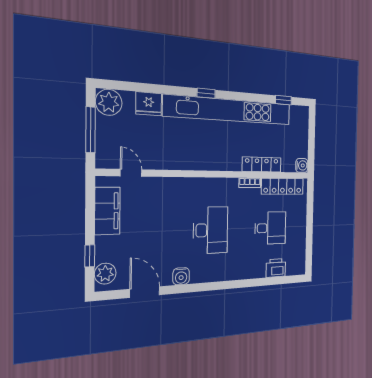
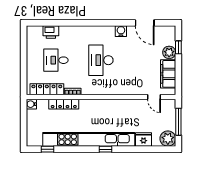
plant: (105, 274) -> (169, 52), moved

